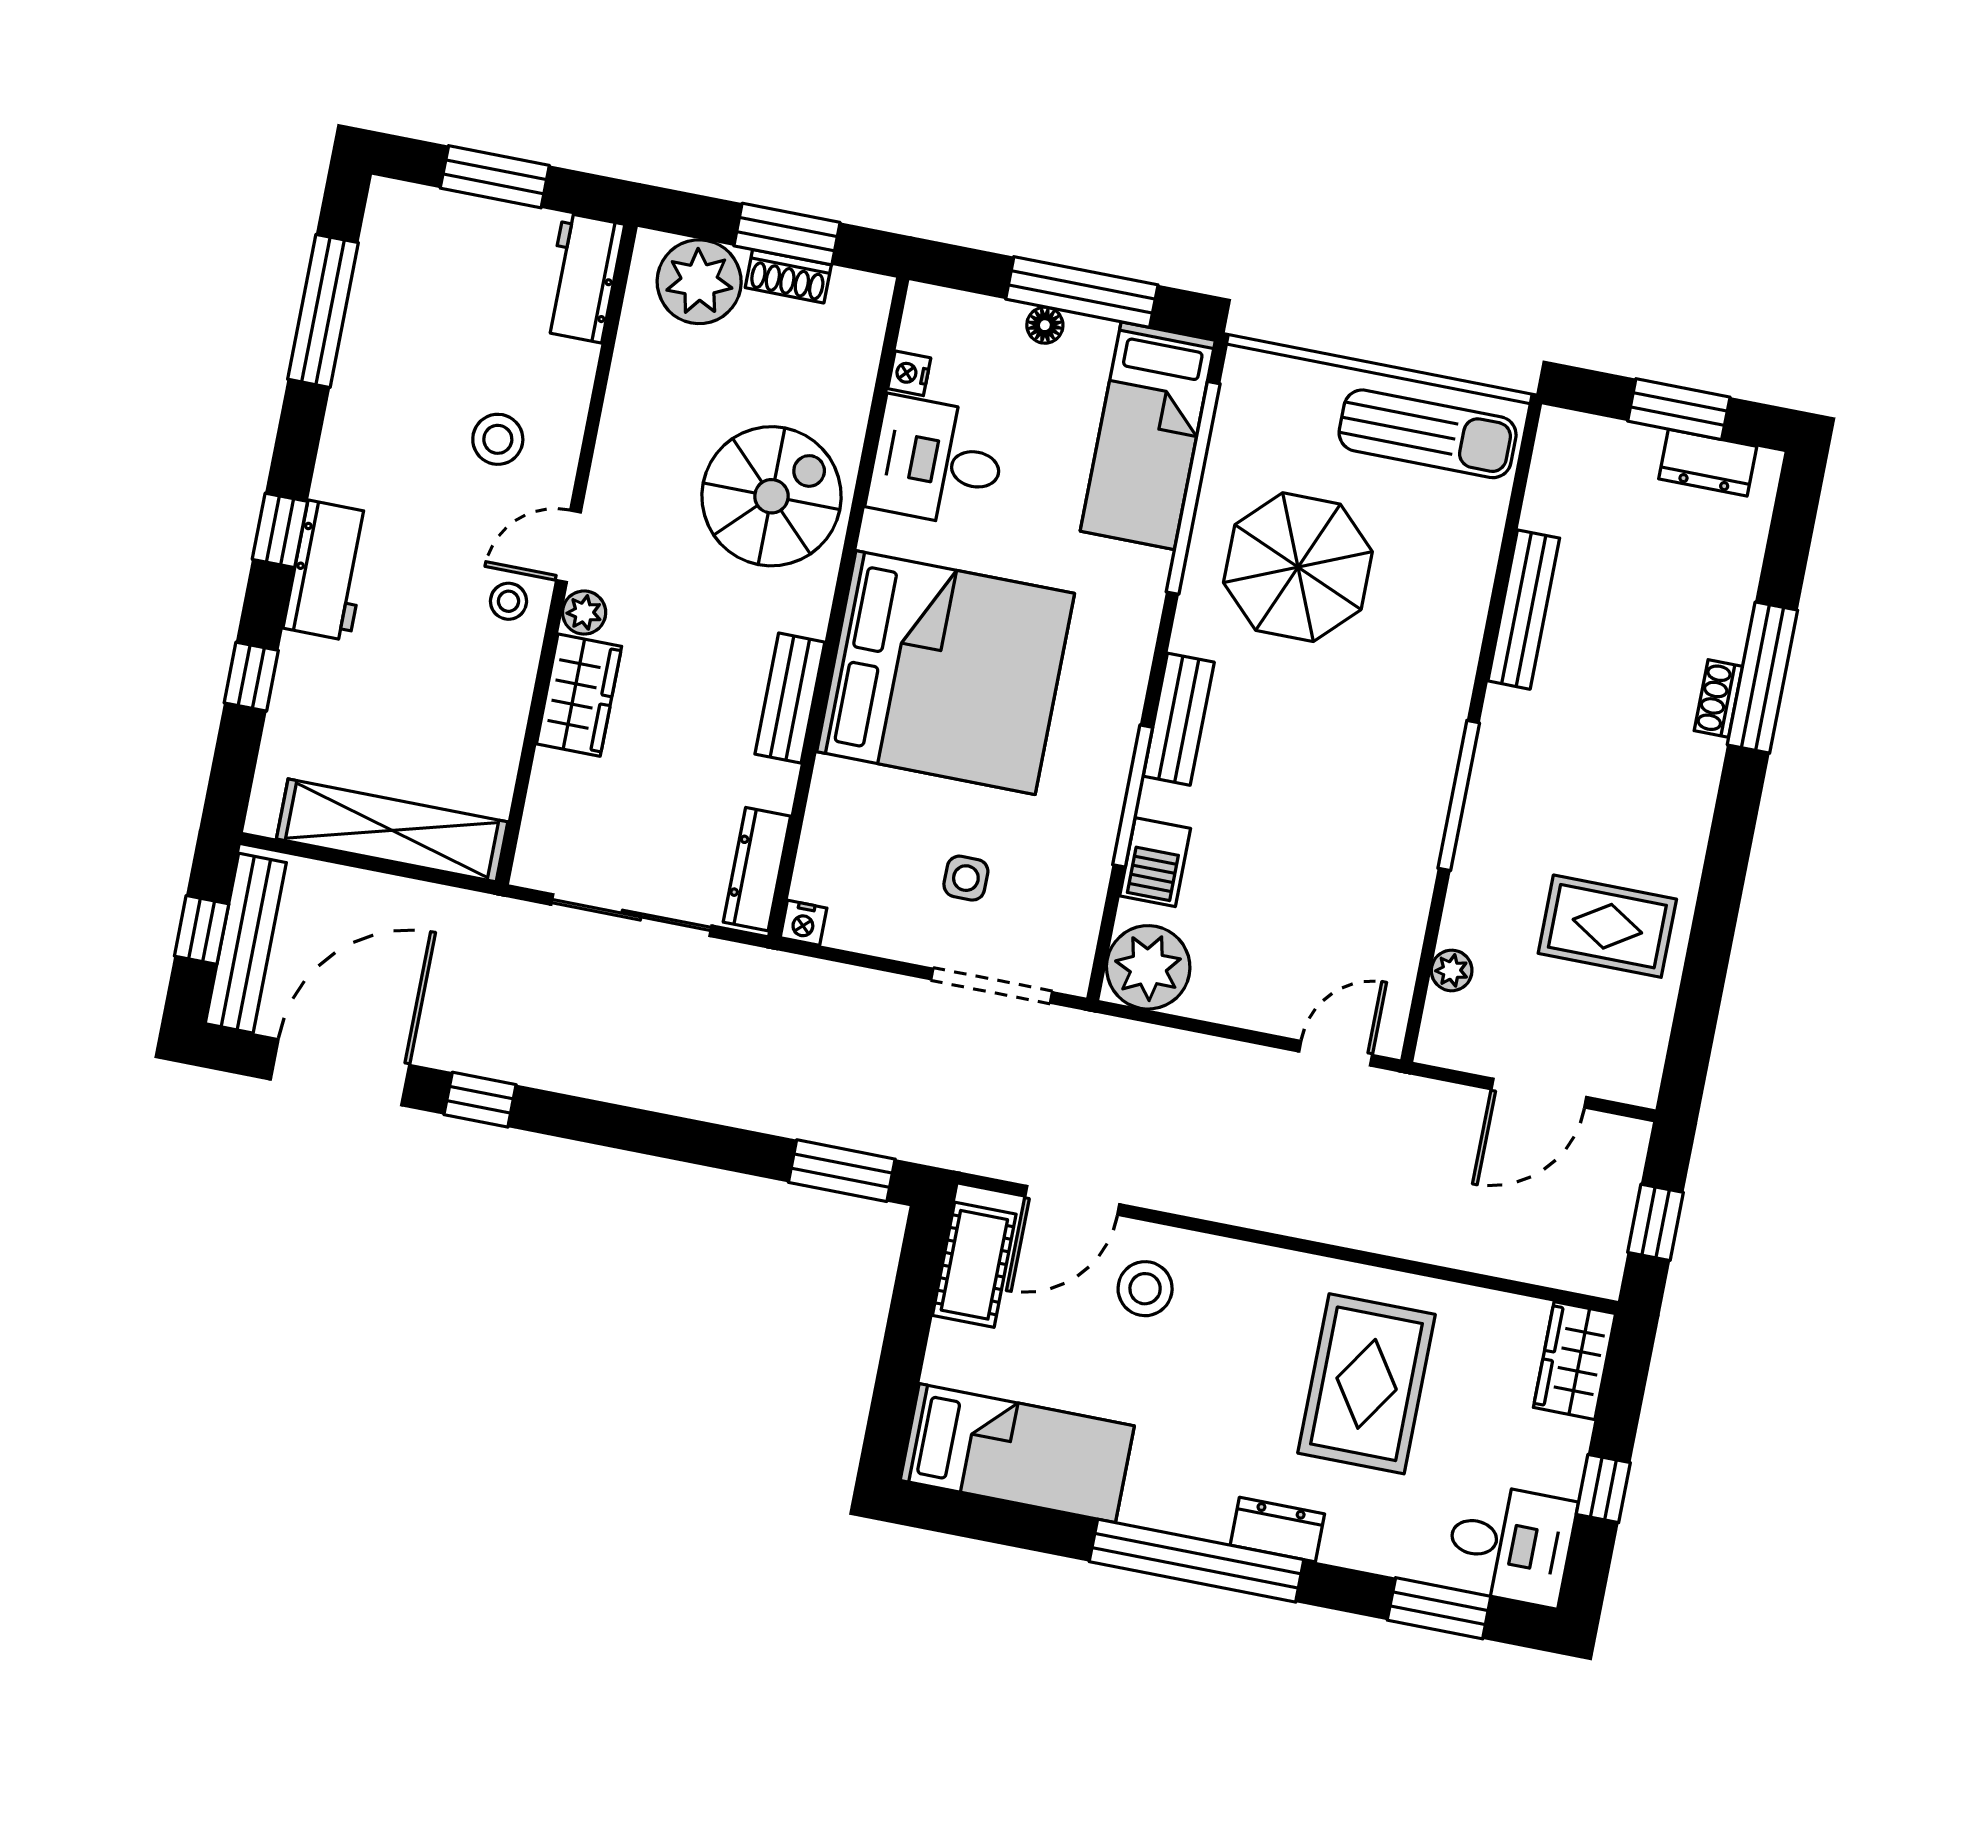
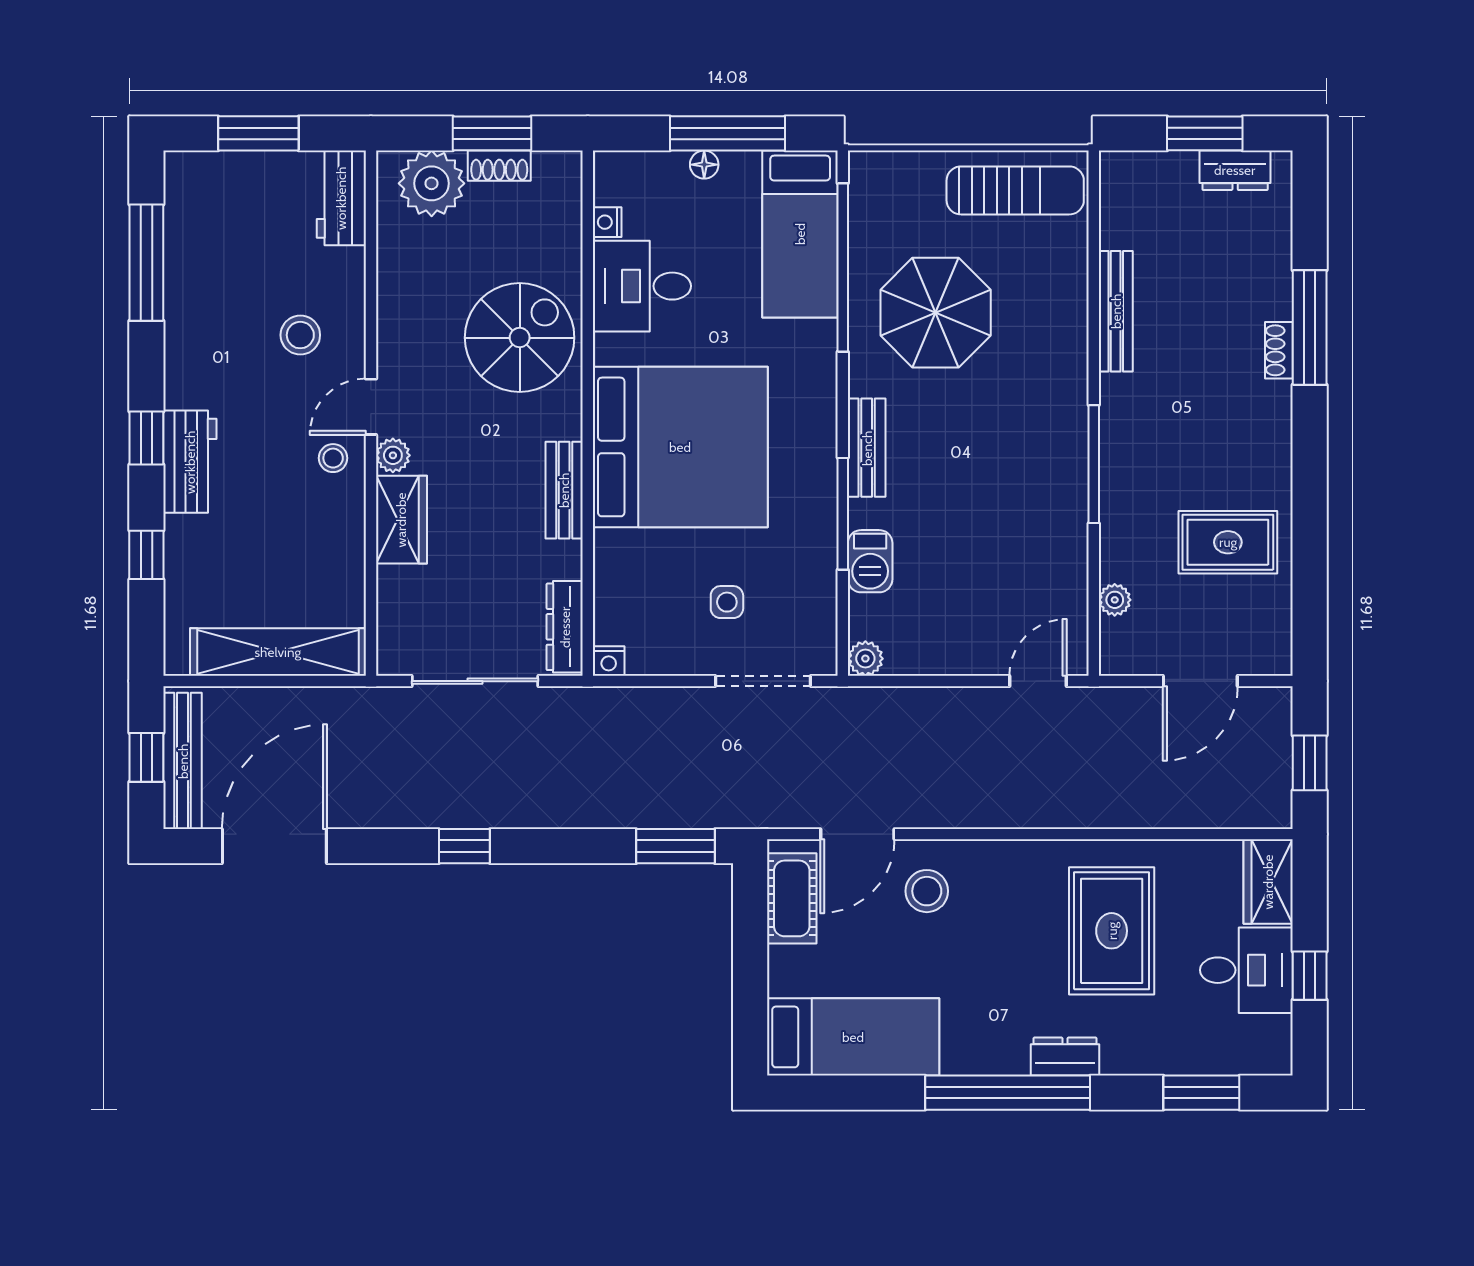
plant: (1148, 967) -> (865, 659), width x0.53, depth x0.53
window: (480, 1100) -> (464, 846), moved
desk: (1510, 1544) -> (1246, 970), moved

